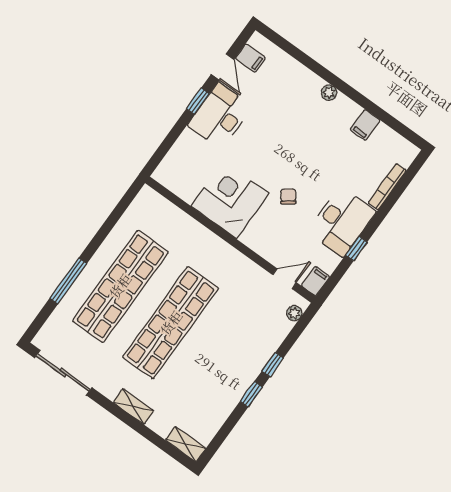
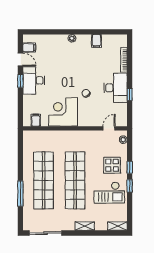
filing cabinet: (315, 281) -> (36, 120), moved
display table: (247, 341) -> (112, 165), added
checkout: (211, 381) -> (109, 193), added

